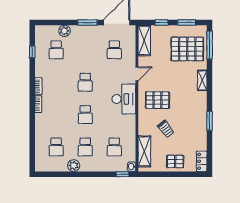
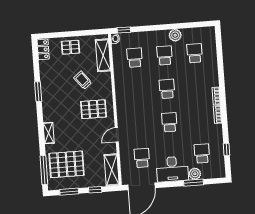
window: (87, 22) -> (194, 183), moved
desk: (124, 99) -> (172, 169), moved, turned -90

